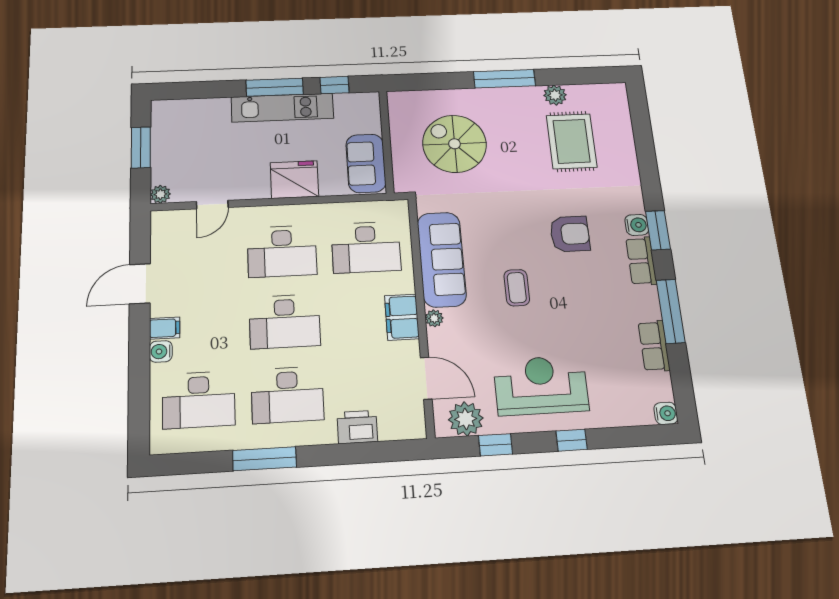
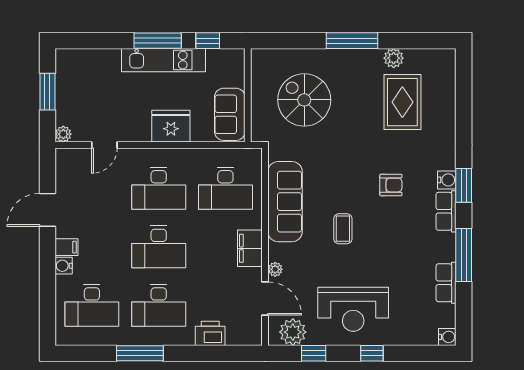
armchair: (570, 234) -> (391, 185), width x0.72, depth x0.72
plant: (434, 318) -> (275, 269), moved
reception desk: (541, 385) -> (353, 309), turned 180

